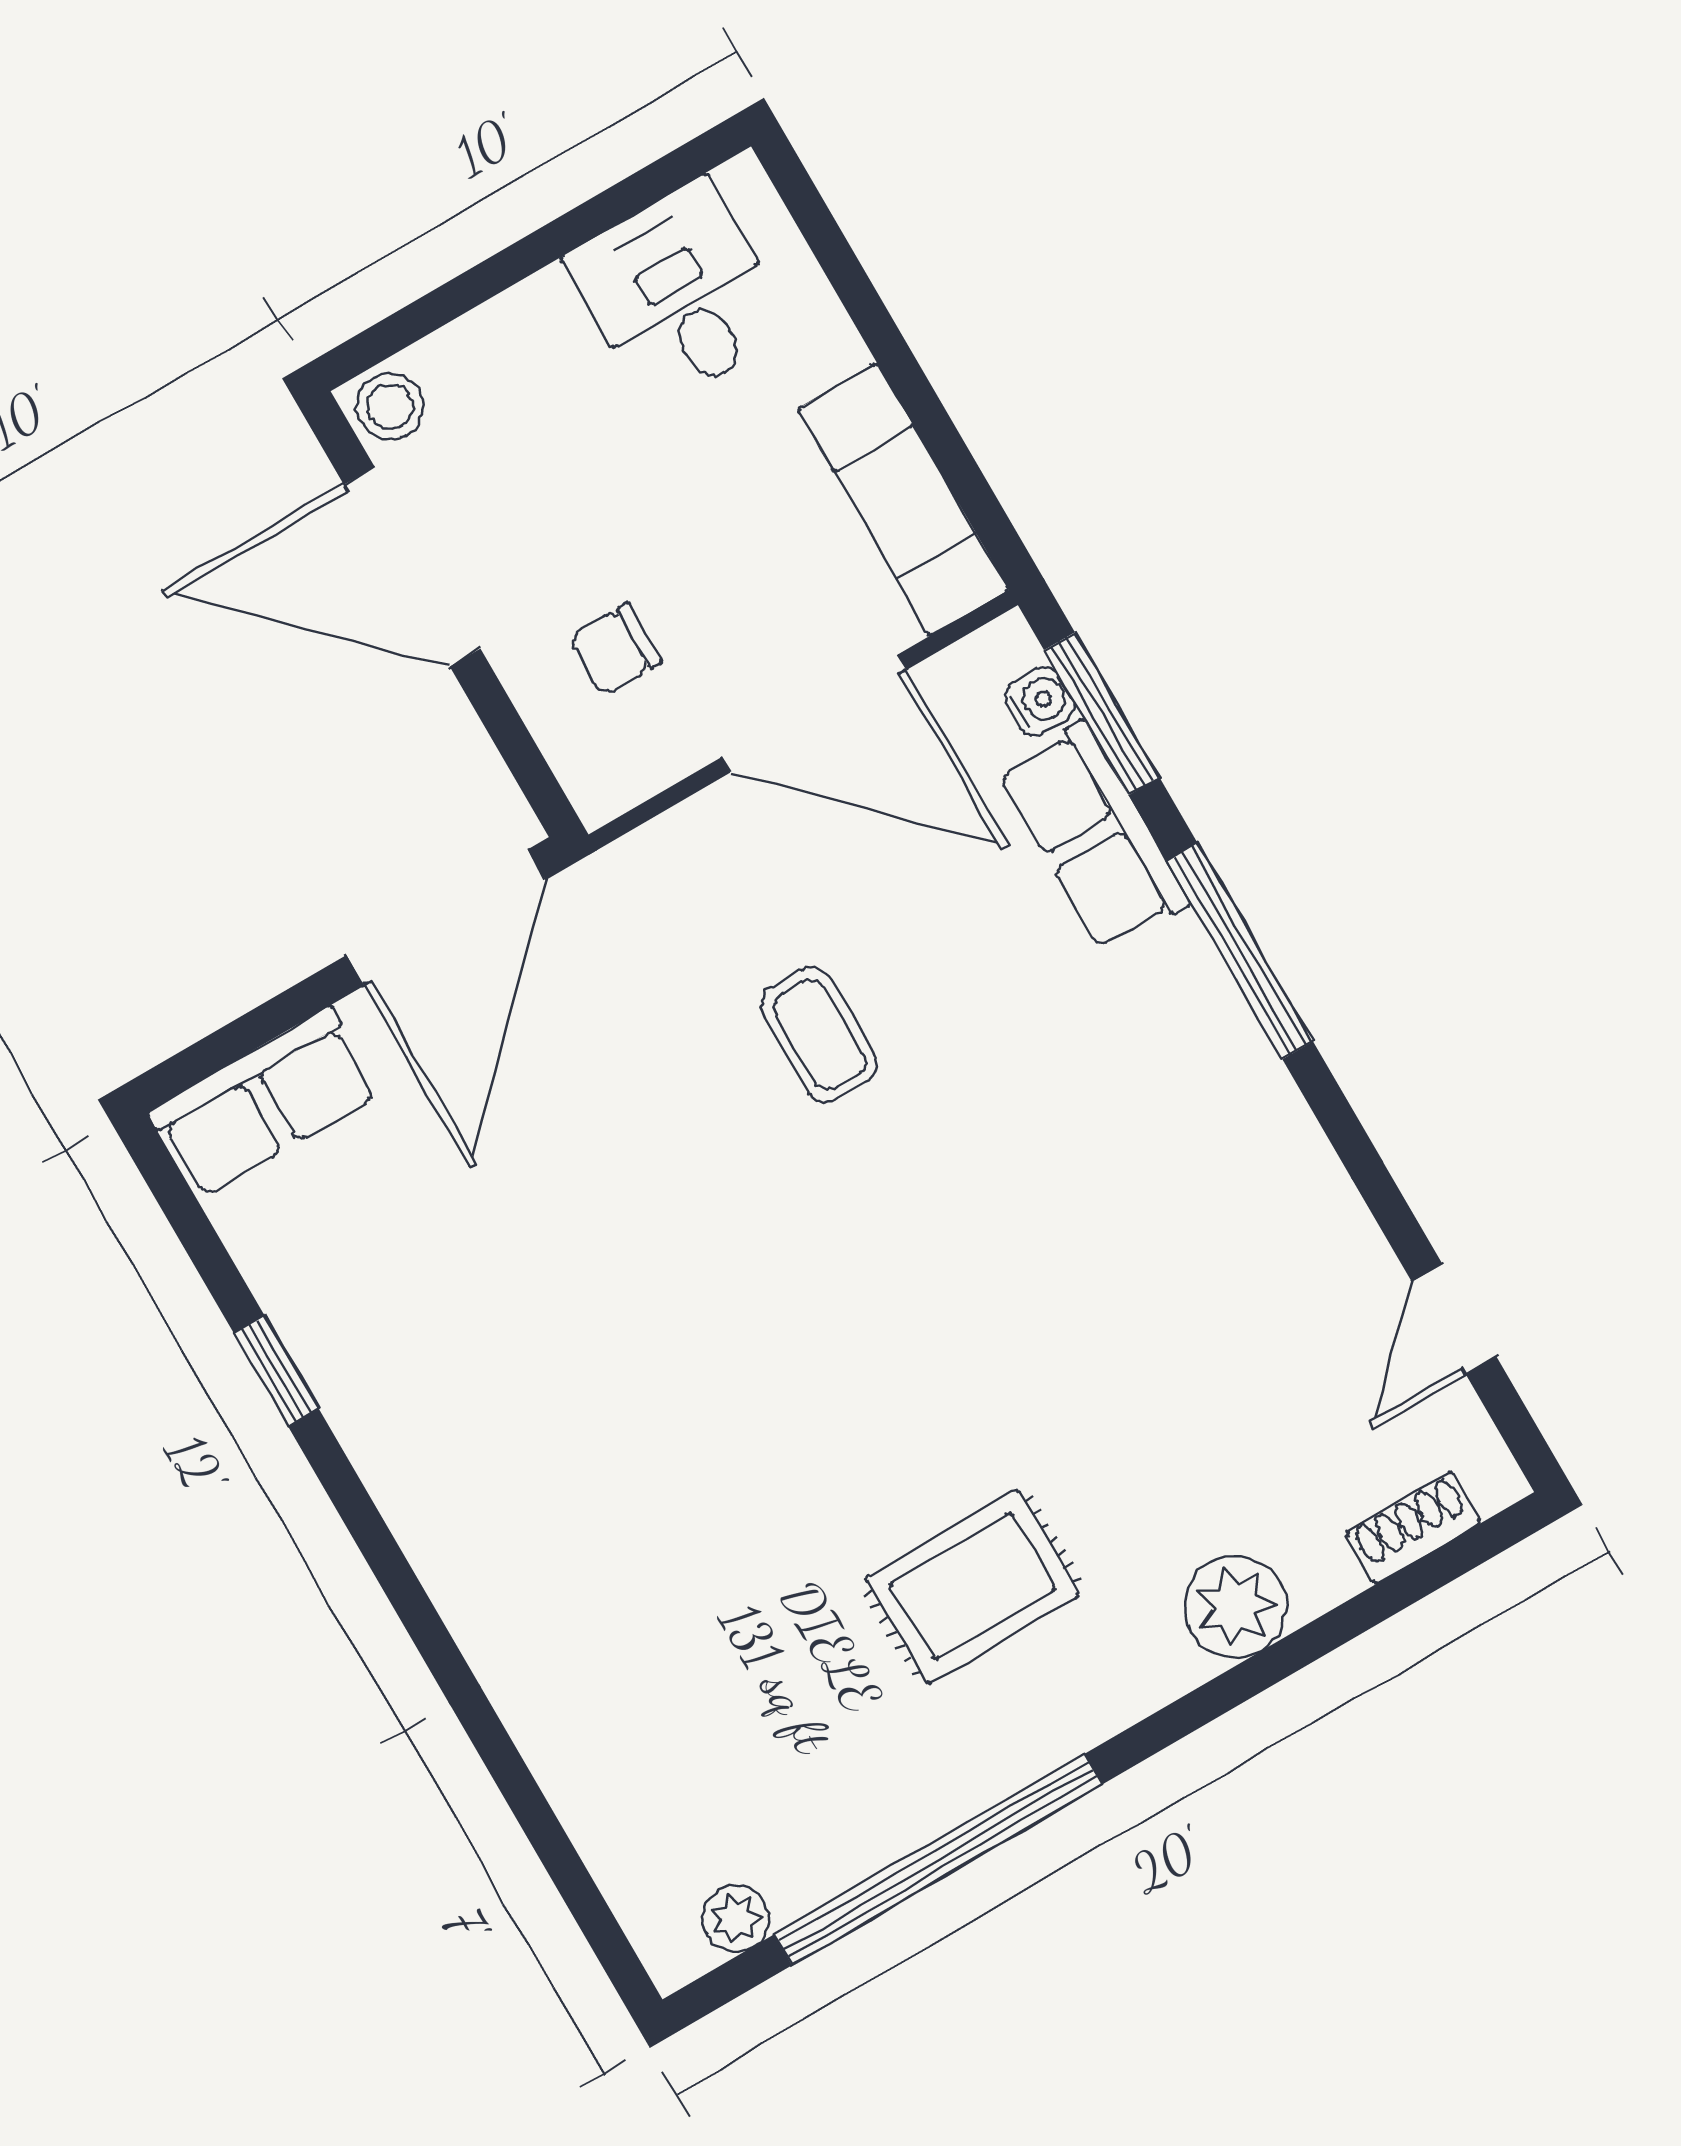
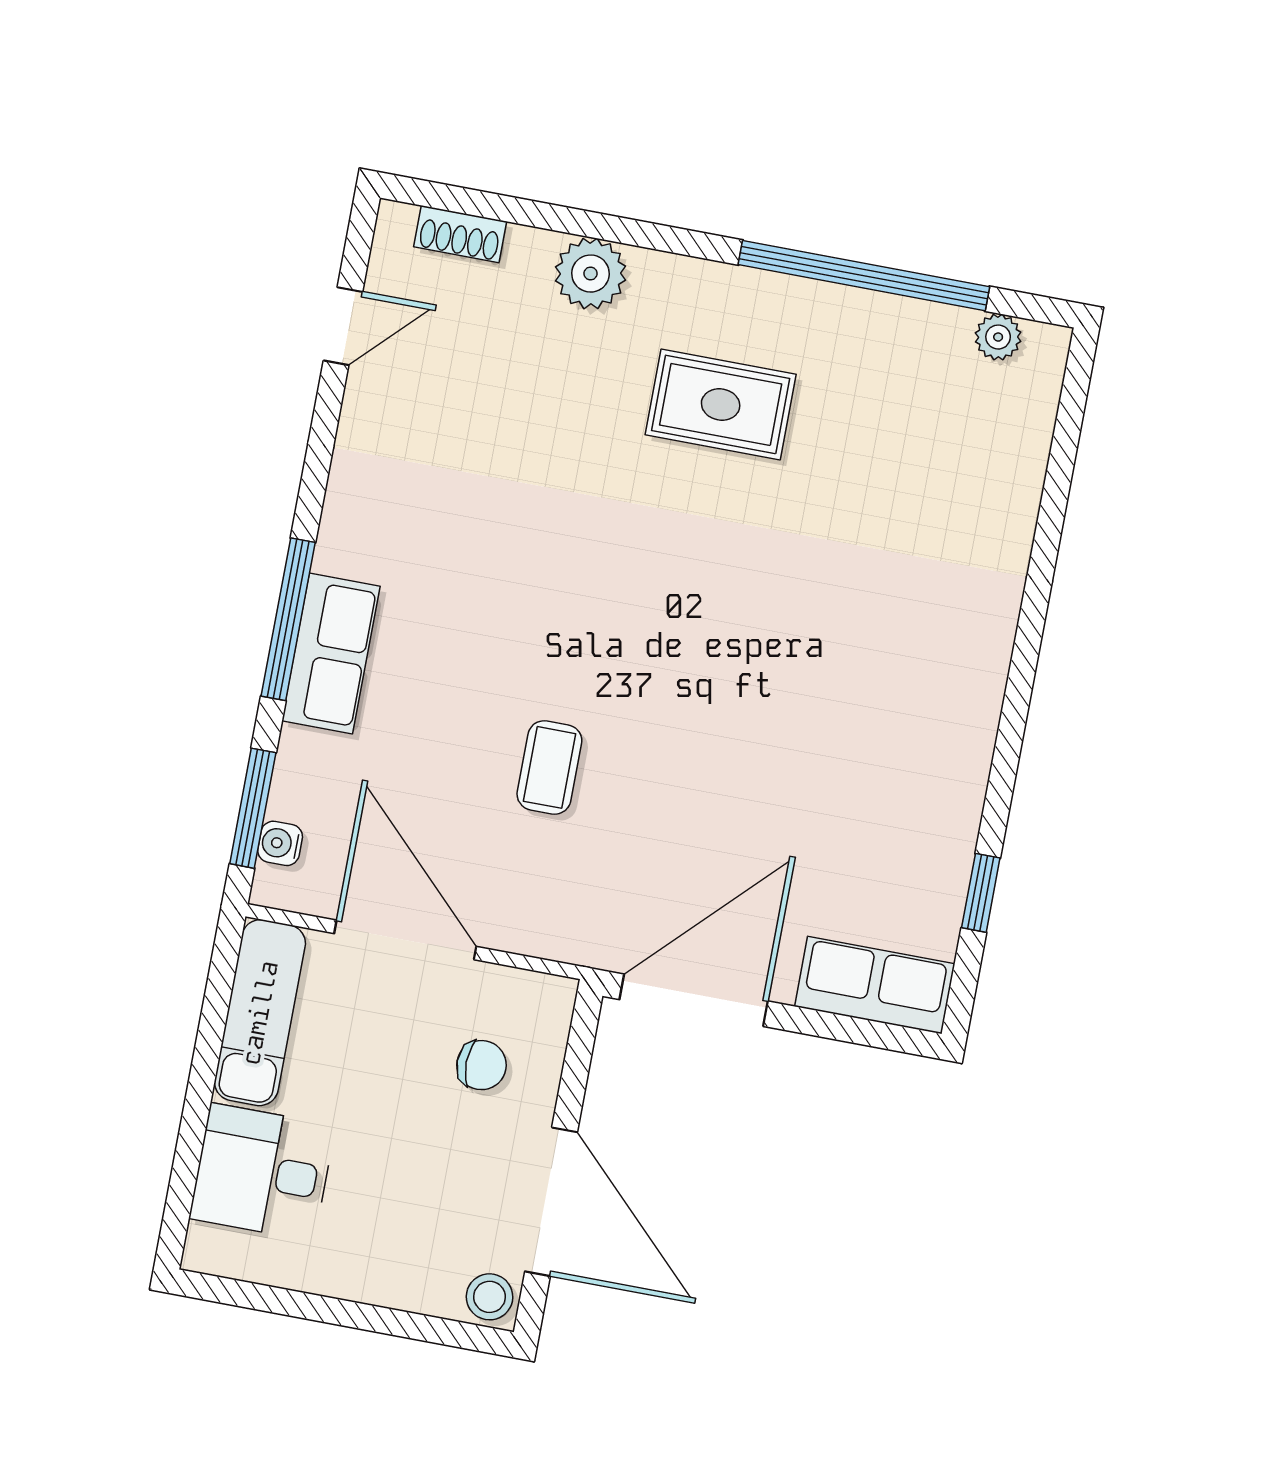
desk: (679, 294) -> (262, 1172), moved, turned 90
row of seats: (1093, 837) -> (331, 654), moved
window: (276, 1371) -> (981, 893), moved

